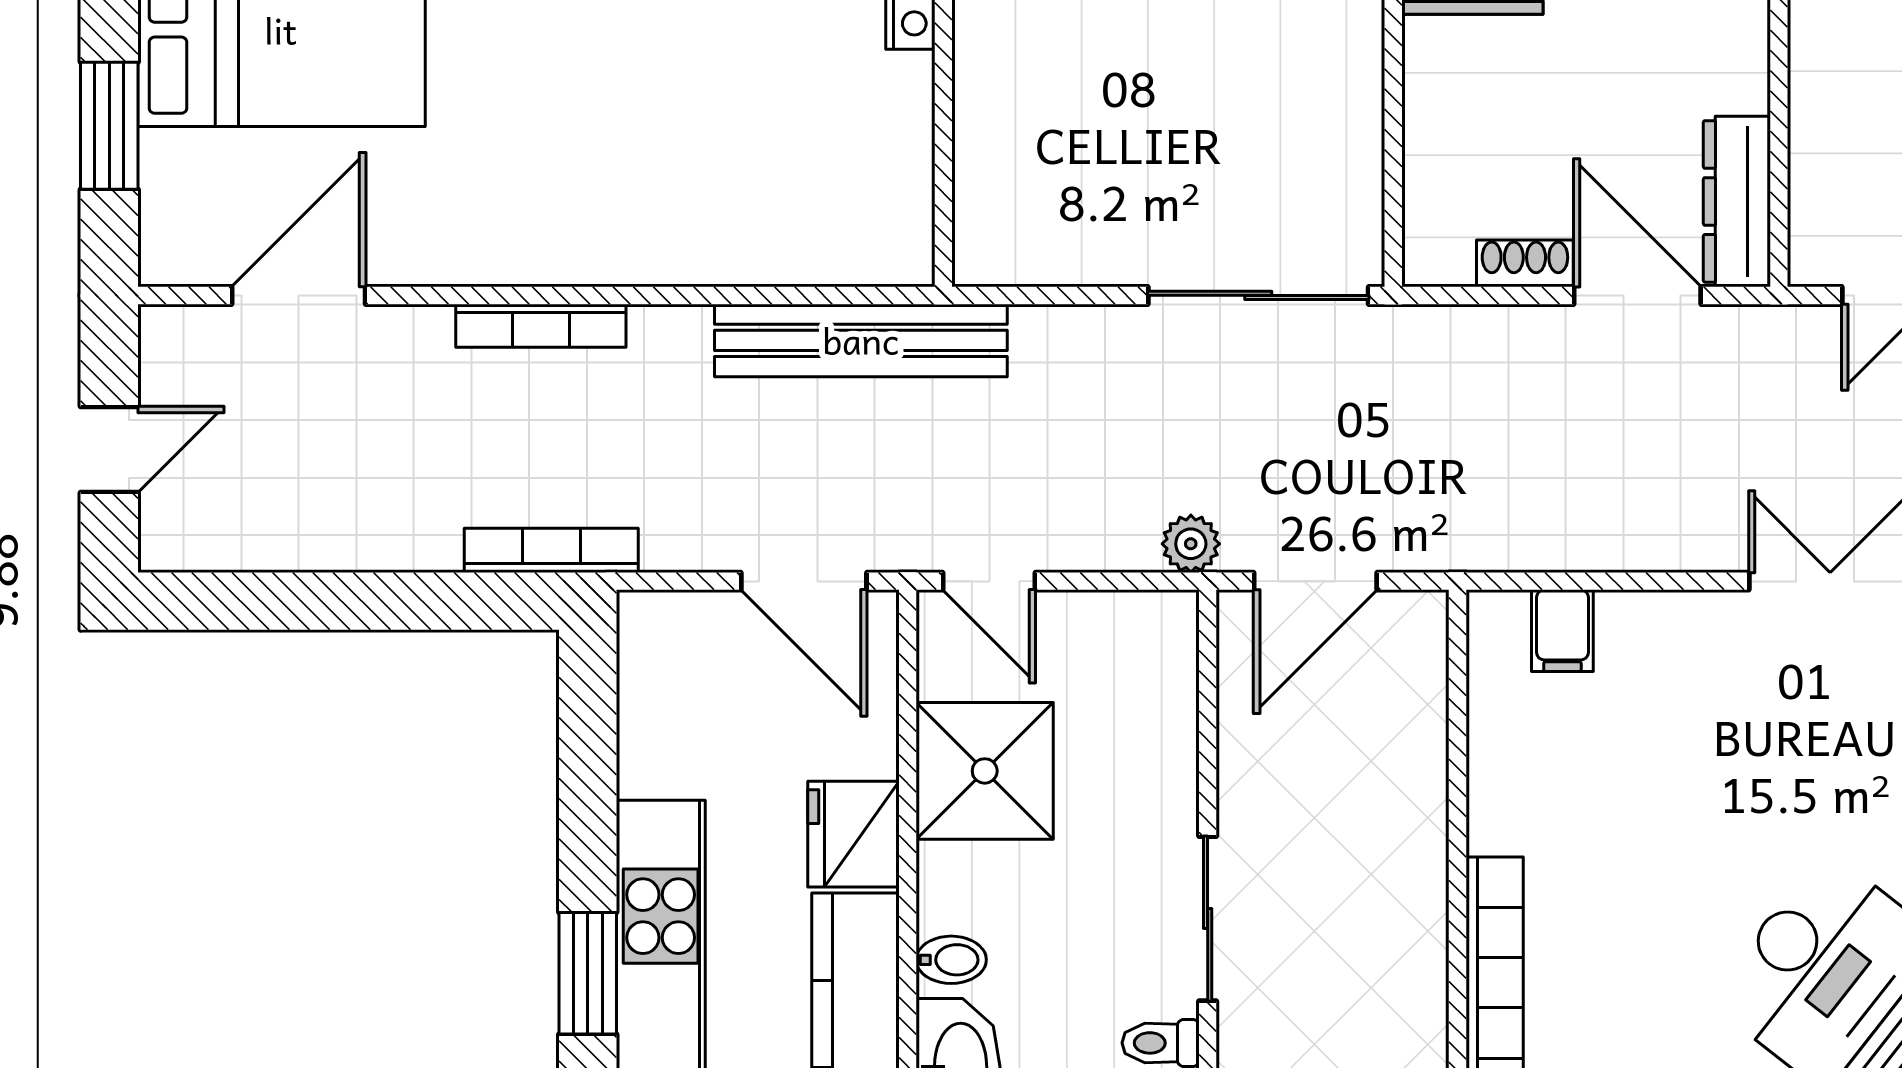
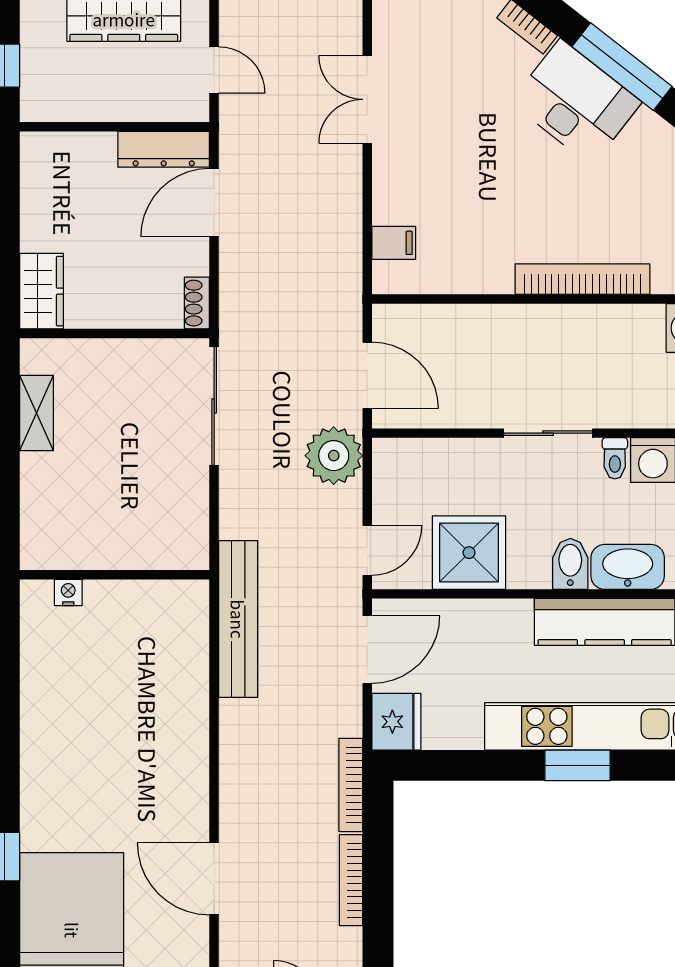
shoe rack: (1525, 263) -> (197, 303), moved
door: (299, 295) -> (214, 879), moved
bookcase: (541, 326) -> (351, 880), moved, turned 180
plant: (1191, 544) -> (334, 456), width x1.87, depth x1.87
fridge: (853, 834) -> (396, 722), moved, turned -90
bidet: (951, 960) -> (570, 564), width x1.38, depth x1.36

